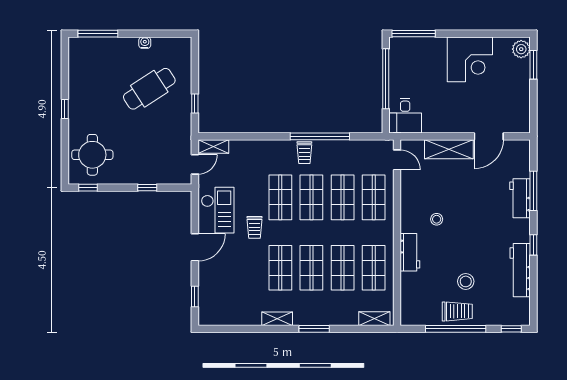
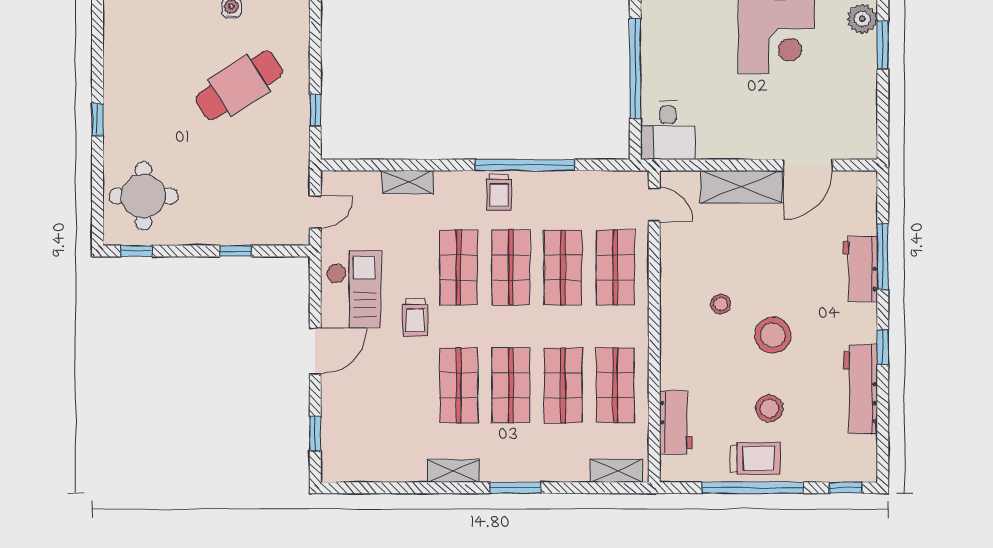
shelving: (213, 146) -> (407, 182), moved
stool: (468, 238) -> (773, 335), added
workbench: (410, 252) -> (676, 422), moved

